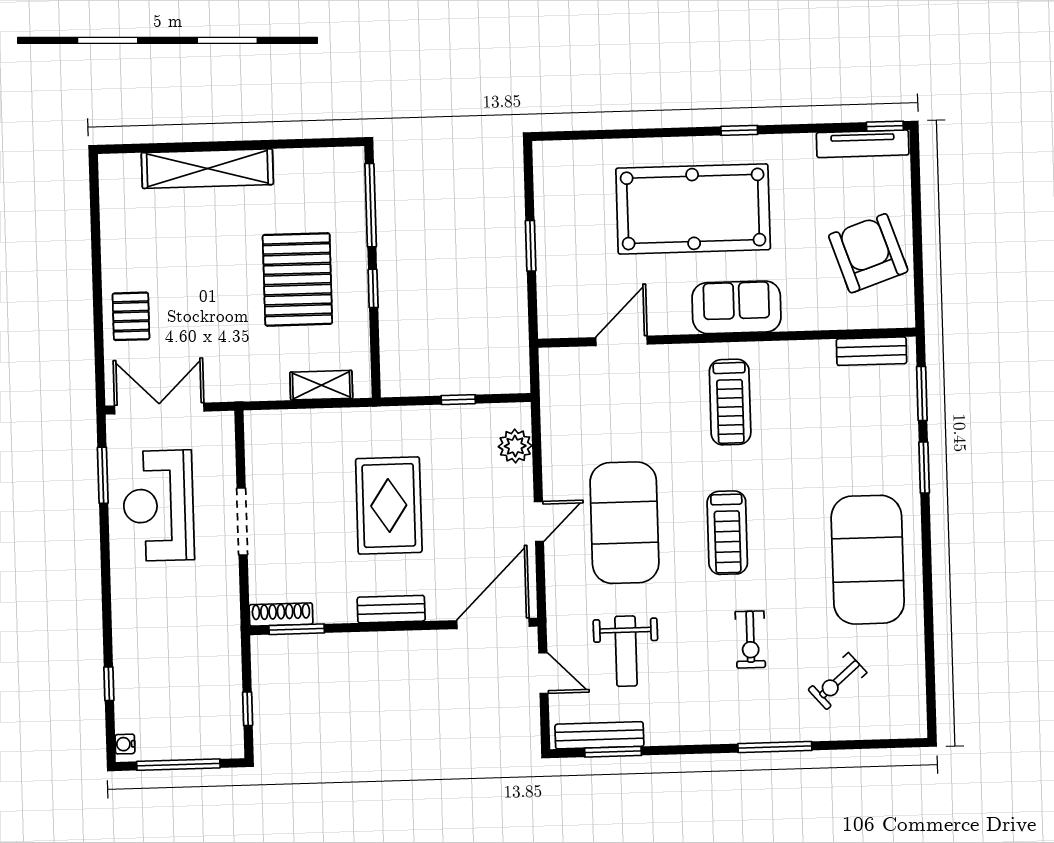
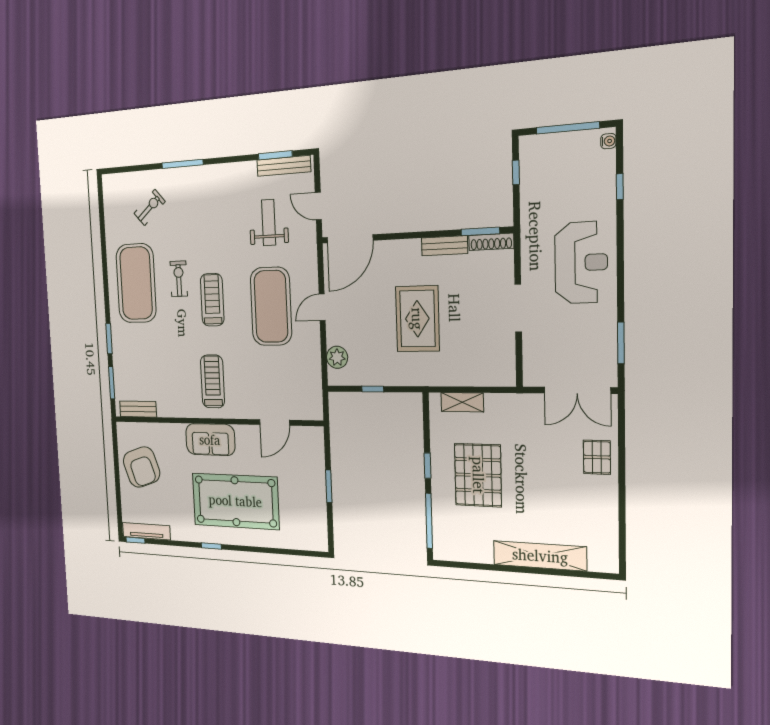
reception desk: (158, 506) -> (581, 263), moved
bench: (391, 609) -> (444, 246), moved
exercise bike: (750, 639) -> (179, 279), moved

